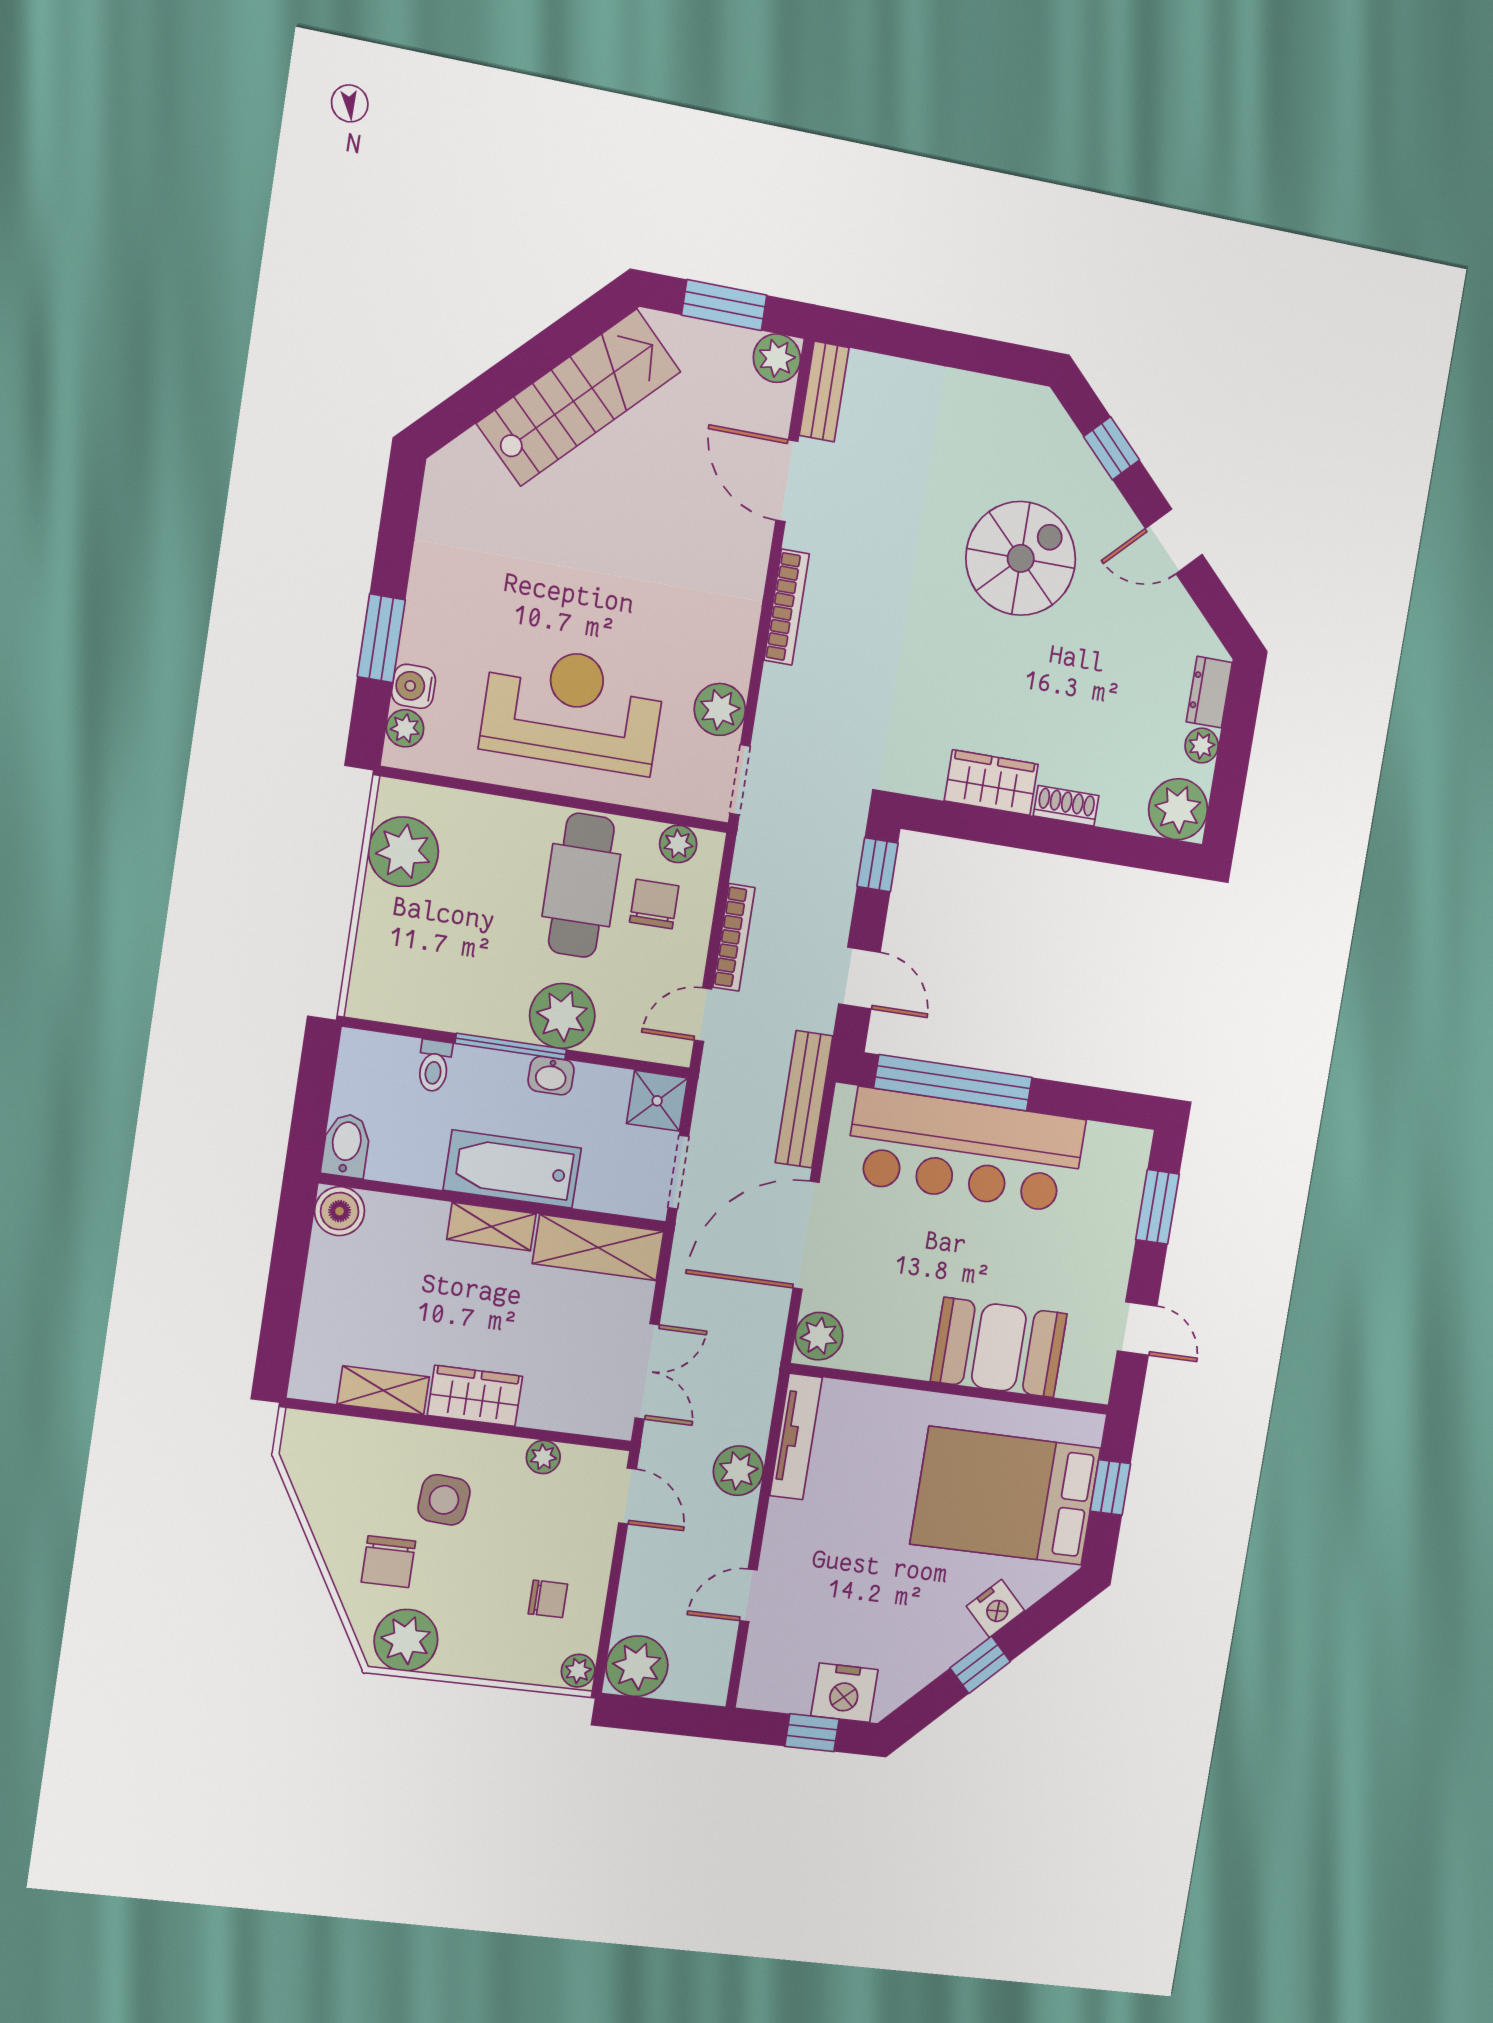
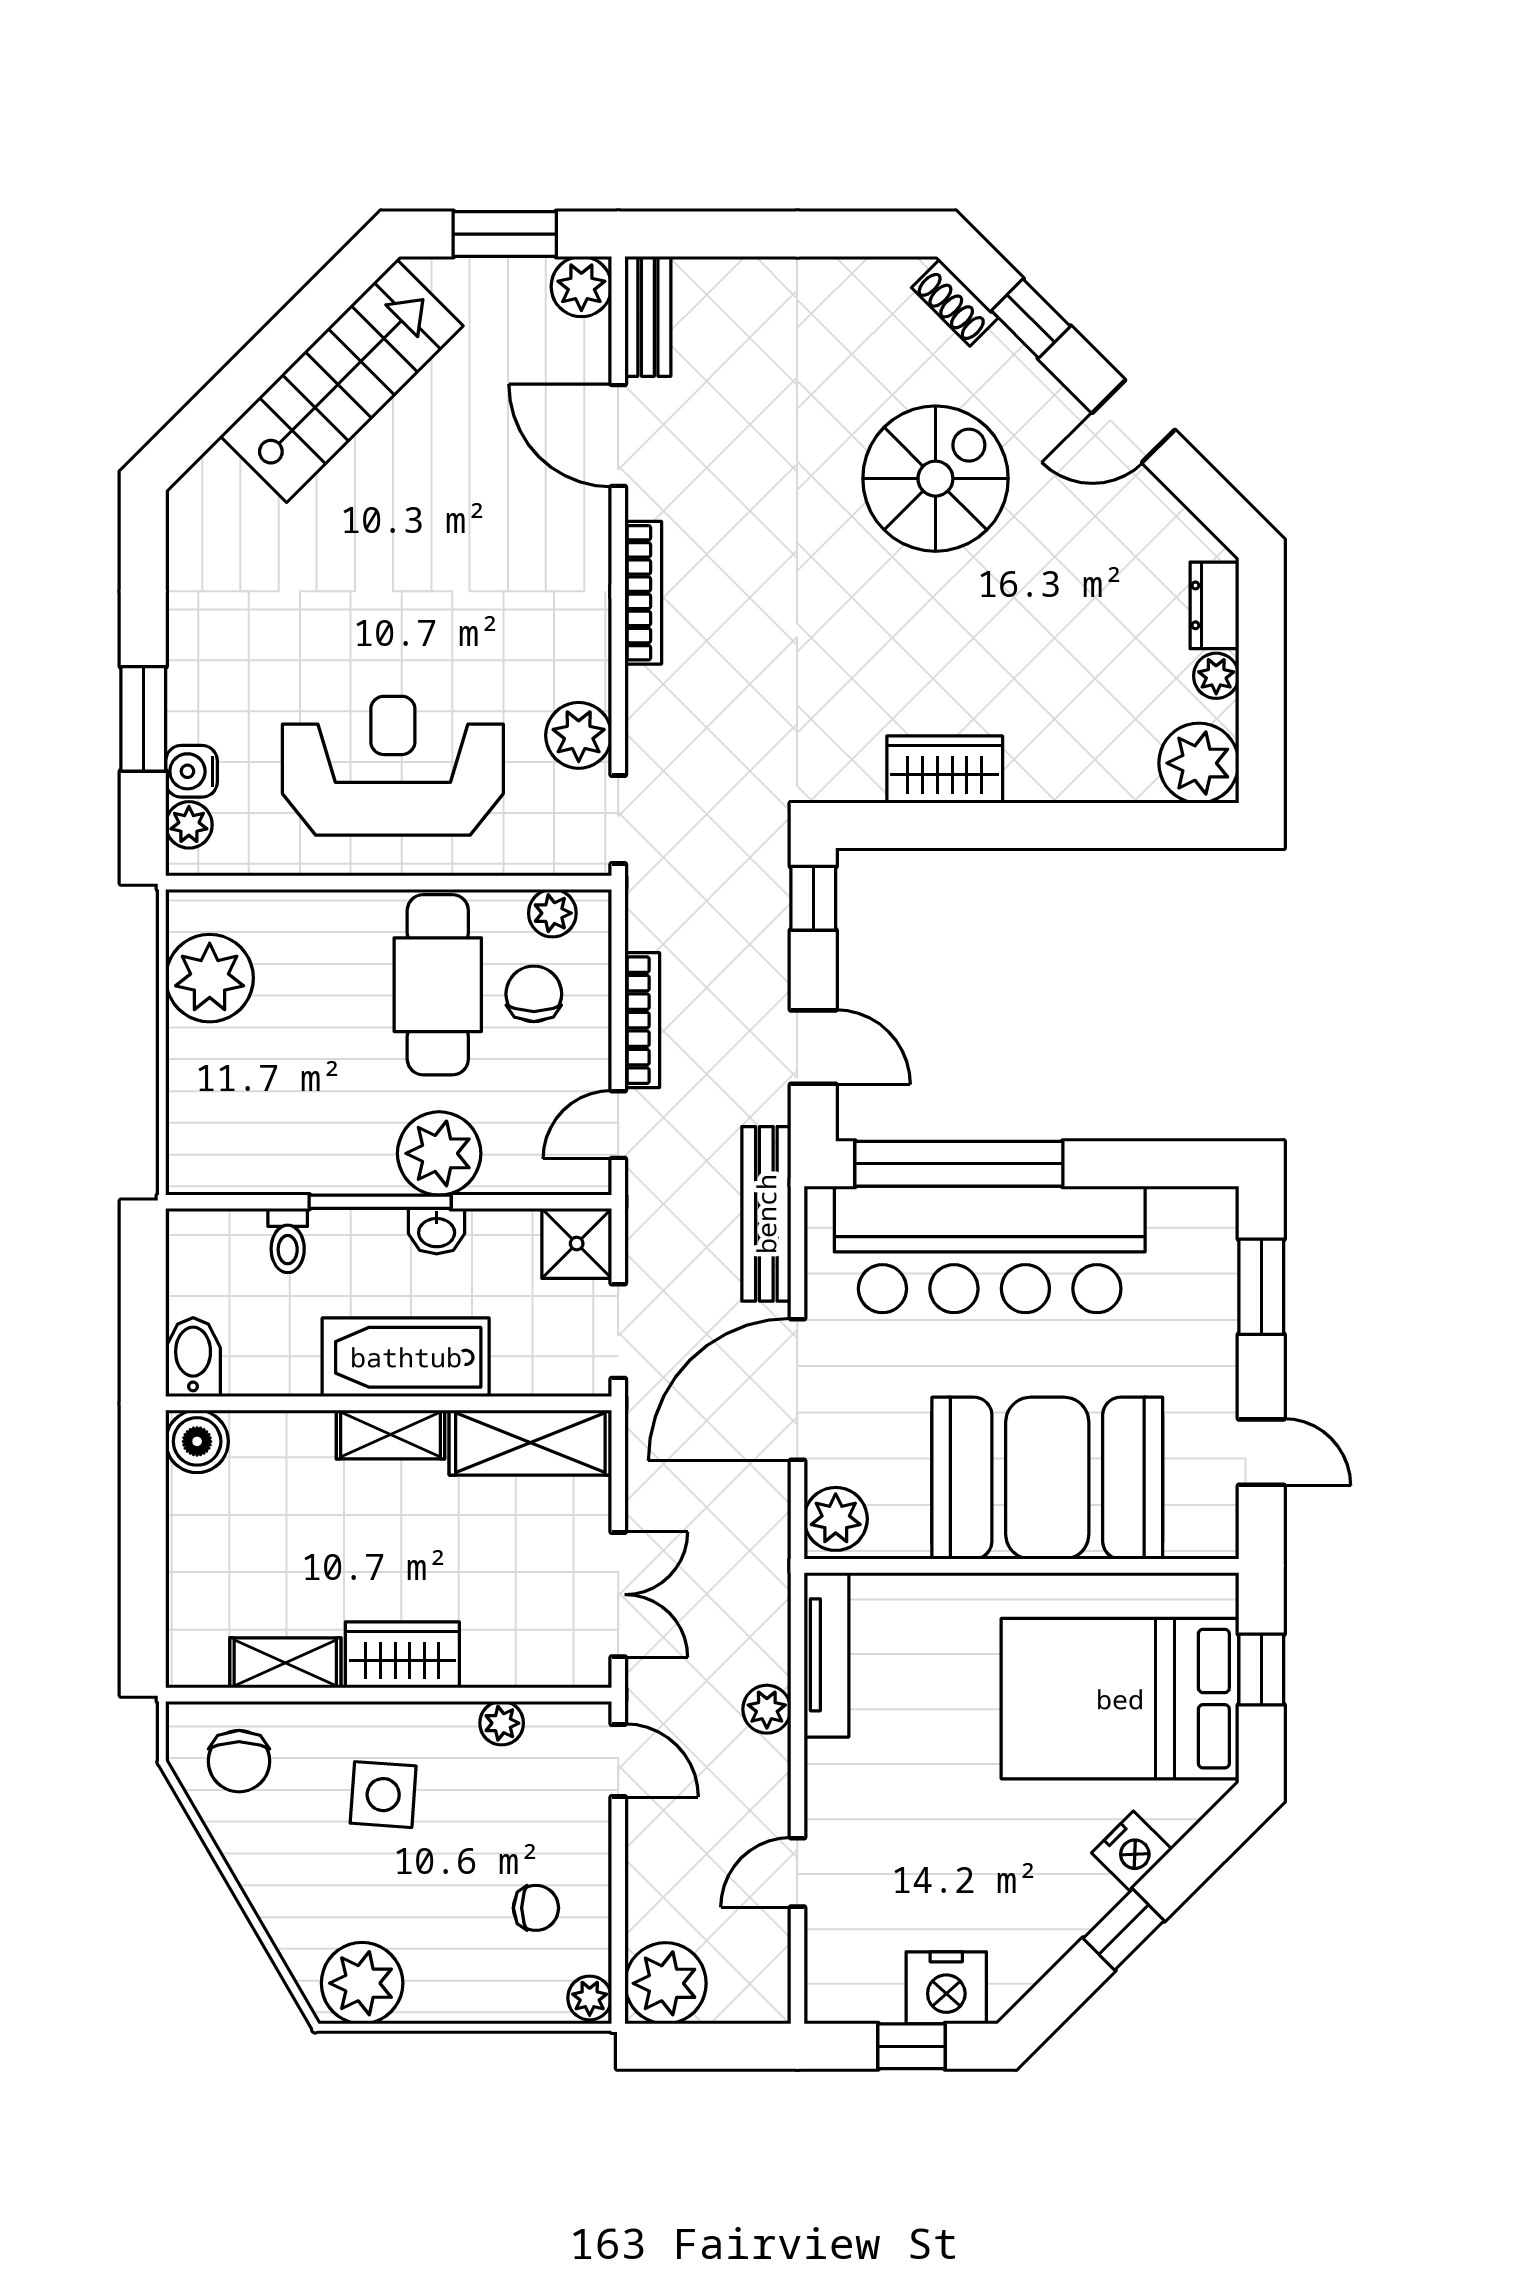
shoe rack: (1066, 806) -> (955, 303), moved, turned -135
booth: (999, 1347) -> (1047, 1478), width x1.36, depth x1.42
plant: (738, 1471) -> (767, 1709), width x0.73, depth x0.73
chair: (388, 1562) -> (239, 1761), moved

